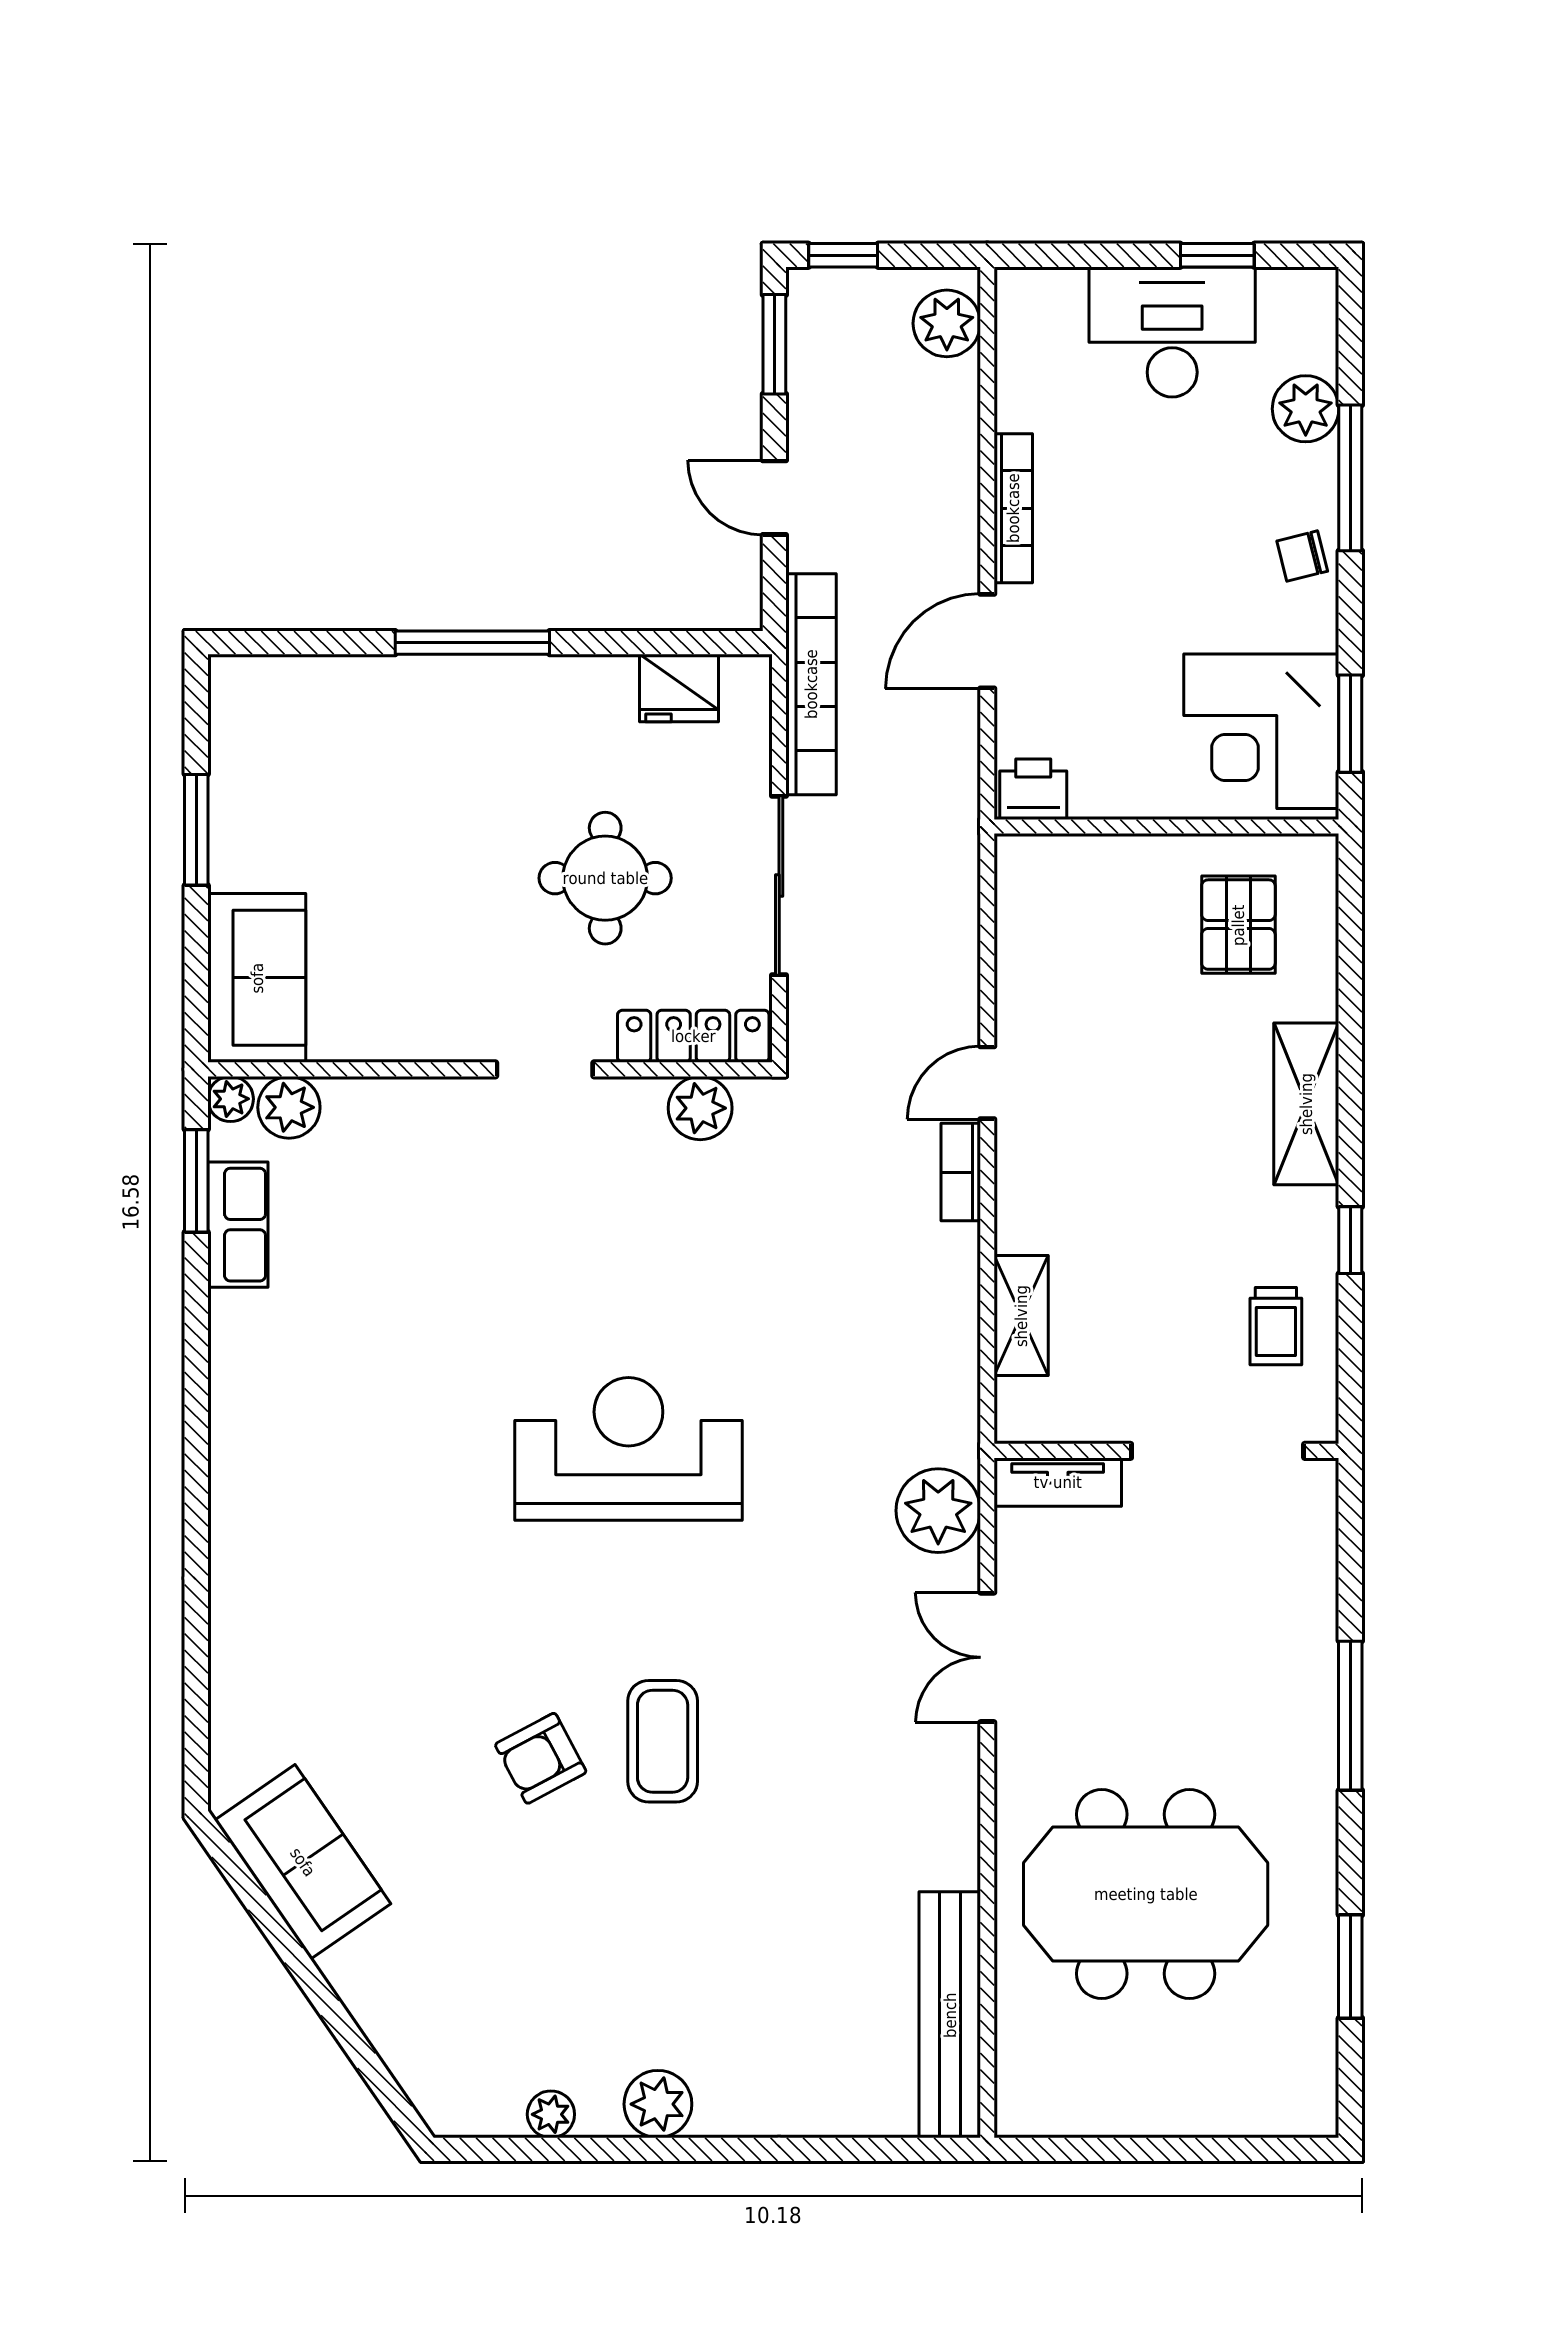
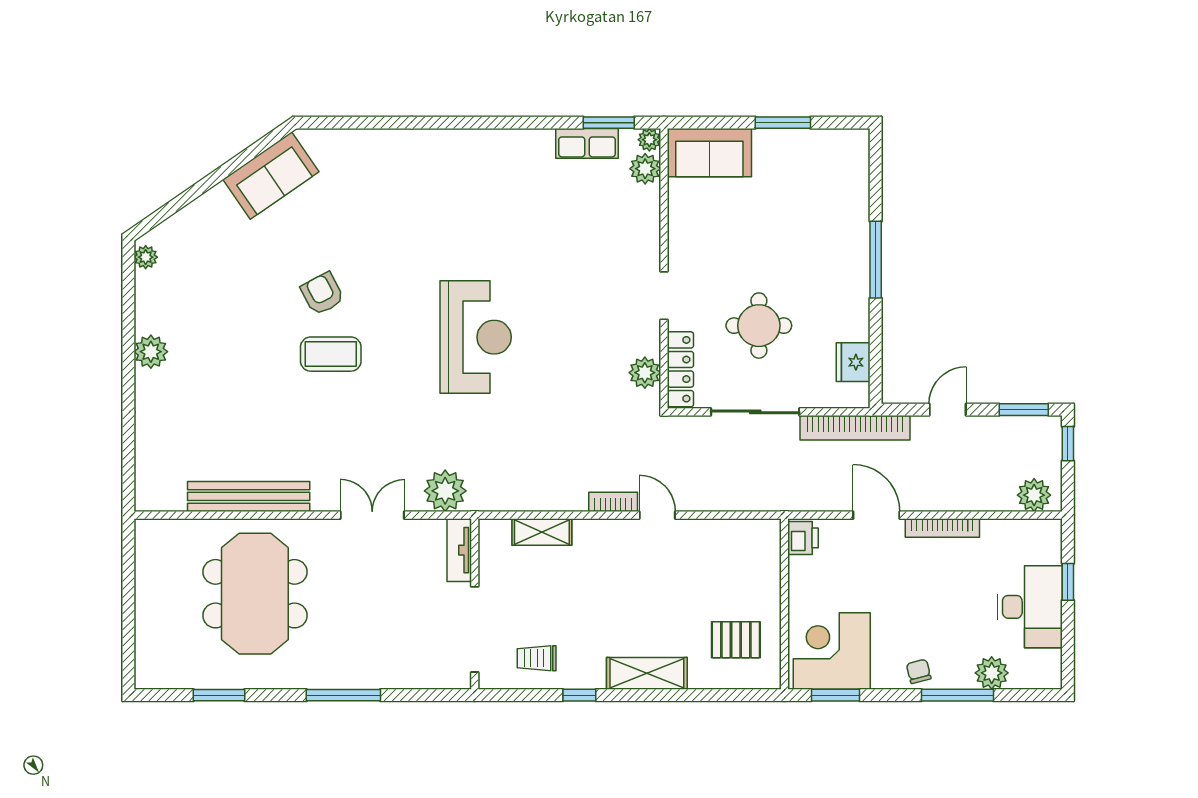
window: (1217, 255) -> (1068, 582), moved
bench: (950, 2015) -> (249, 496), moved
plant: (551, 2114) -> (146, 257), moved

